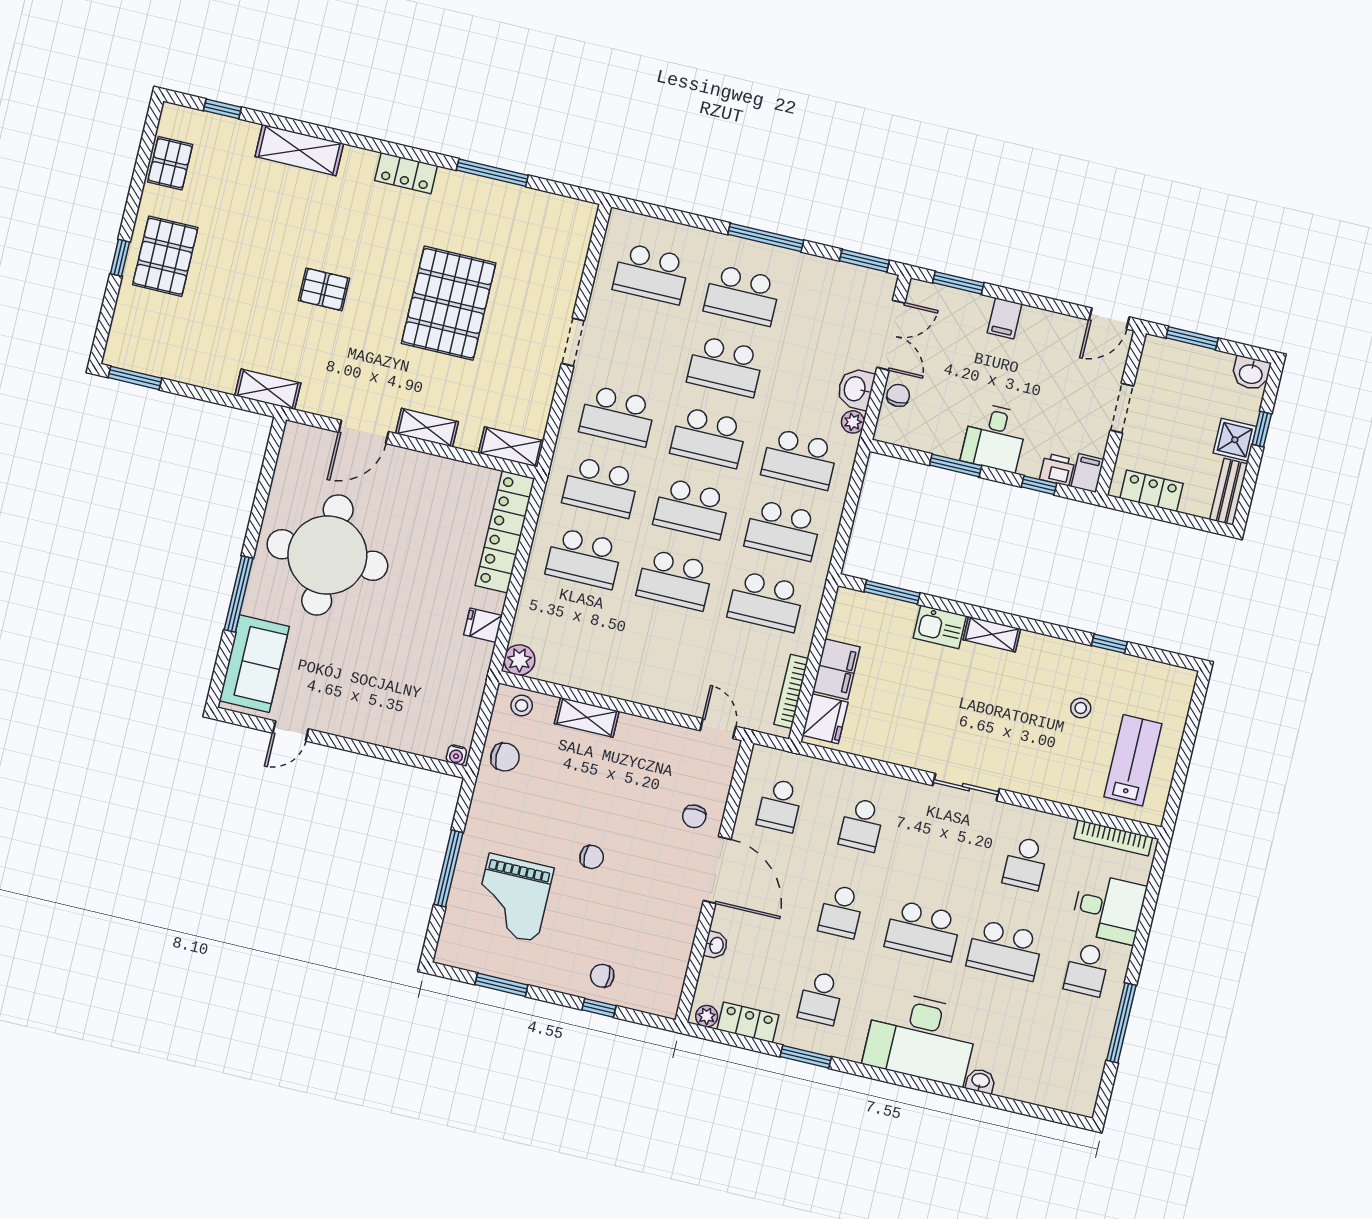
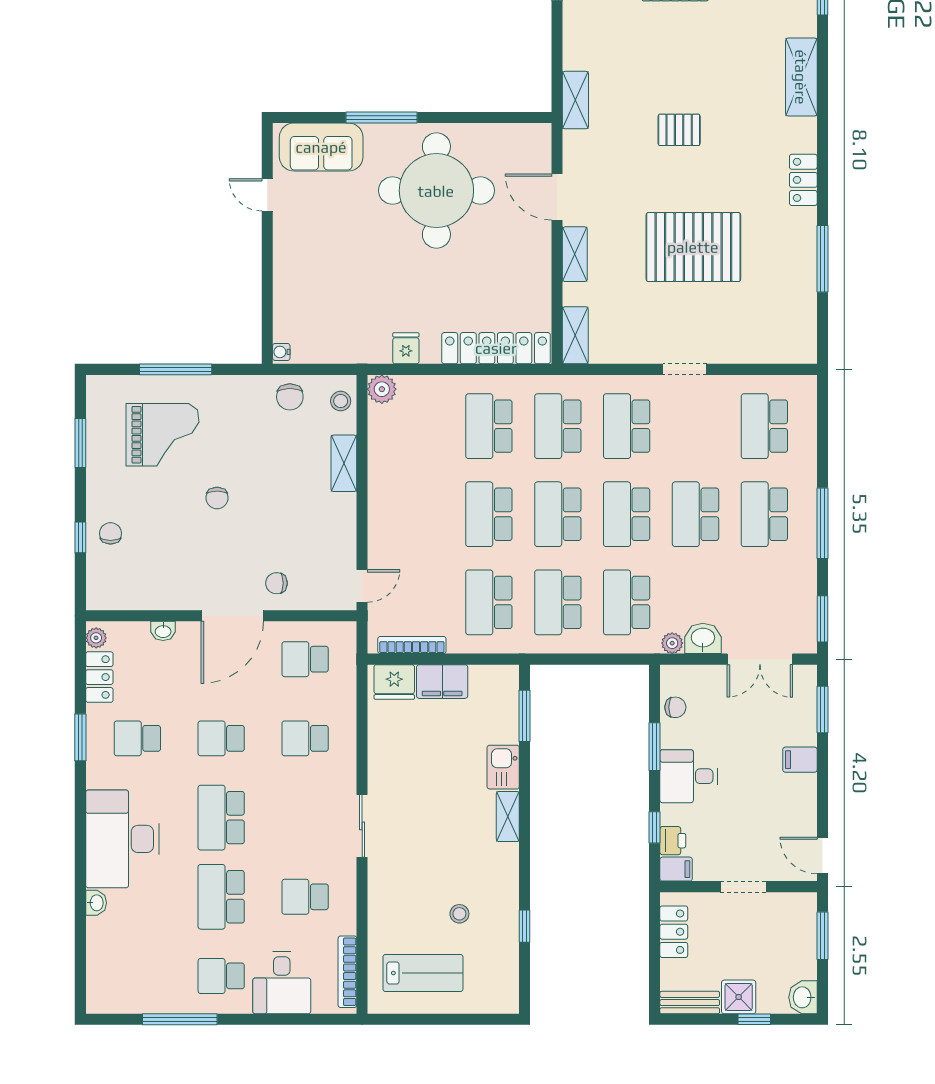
pallet: (324, 289) -> (679, 130), turned 90
chair: (898, 395) -> (675, 707), moved
grand piano: (513, 898) -> (163, 435), turned 180

